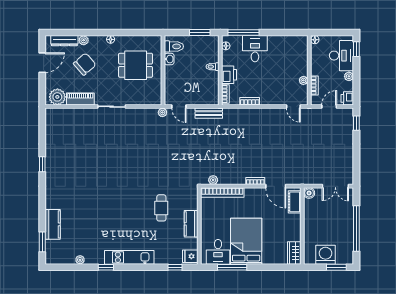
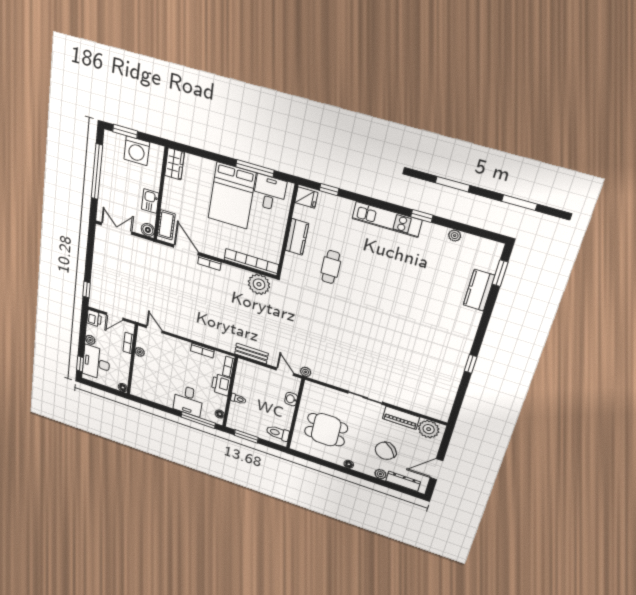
washbasin: (169, 59) -> (291, 399), moved
plant: (213, 180) -> (259, 284), width x1.88, depth x1.88
kitchen sink: (310, 218) -> (150, 201), added

